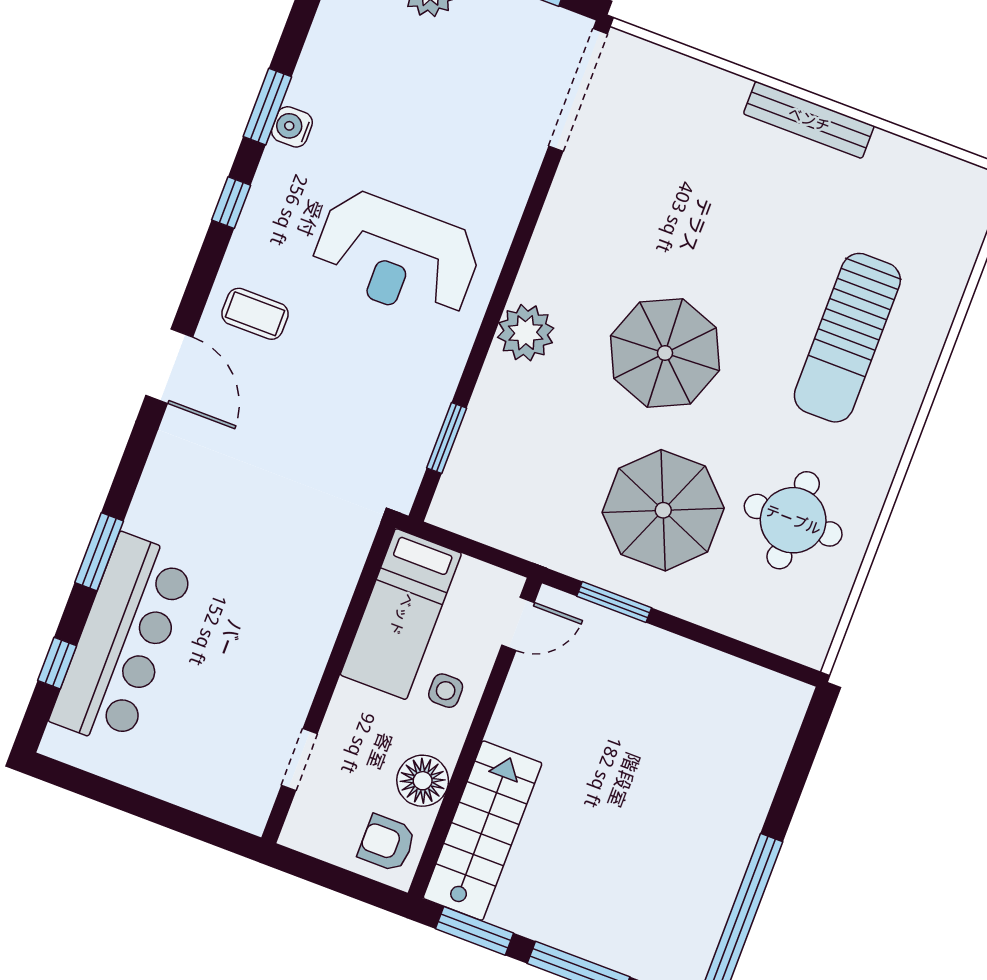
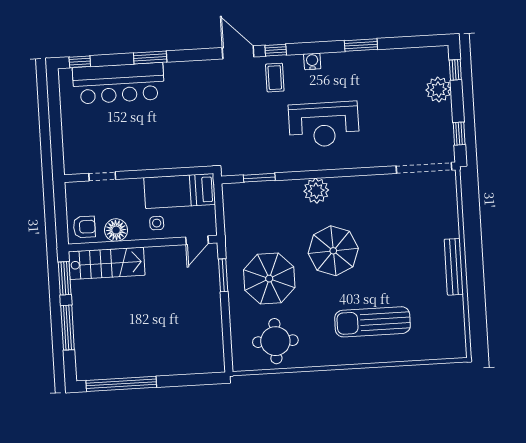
water cooler: (292, 127) -> (312, 61), moved
window: (231, 203) -> (276, 50), moved
reception desk: (396, 256) -> (324, 124), turned -90
door: (169, 366) -> (238, 52), swing flipped
round table: (793, 520) -> (275, 341), moved
door: (518, 624) -> (197, 240), hinge flipped
window: (57, 663) -> (80, 62), moved
armchair: (387, 843) -> (84, 227), turned 90

